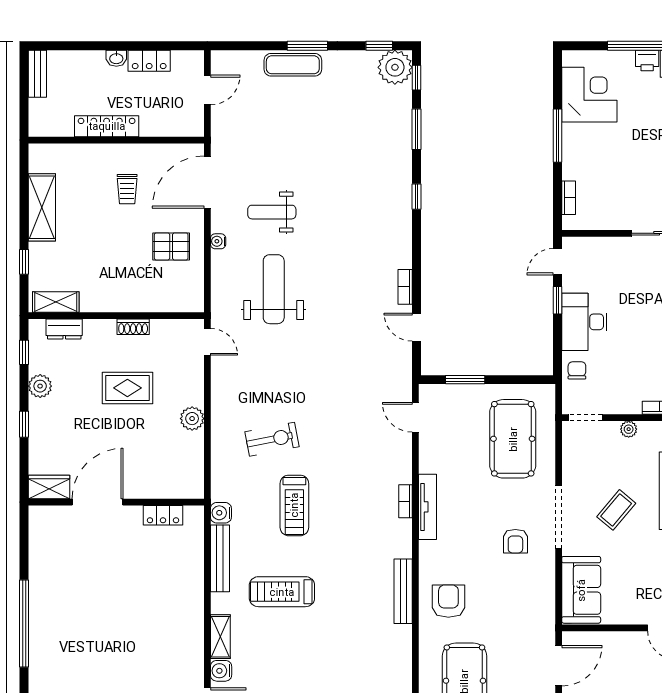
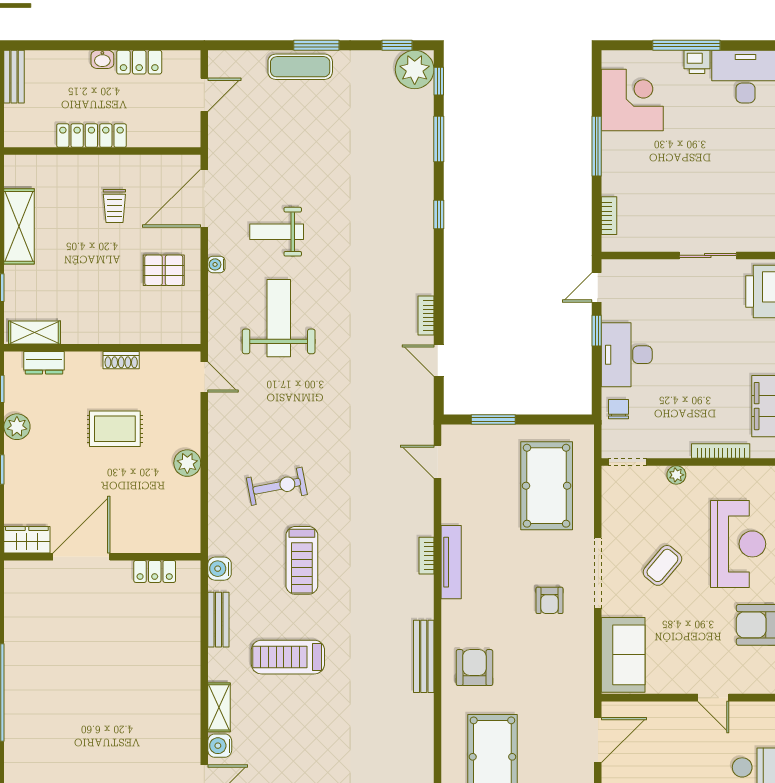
bench: (220, 558) -> (218, 620), width x0.73

